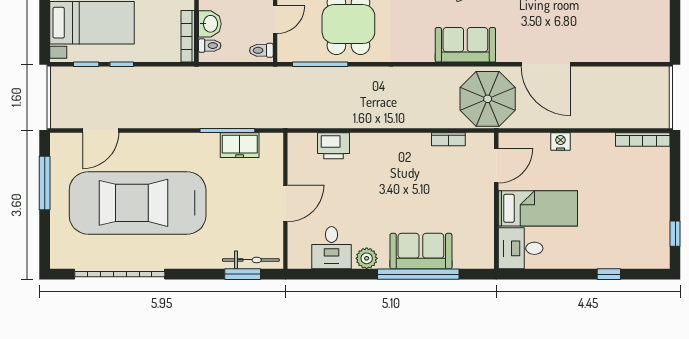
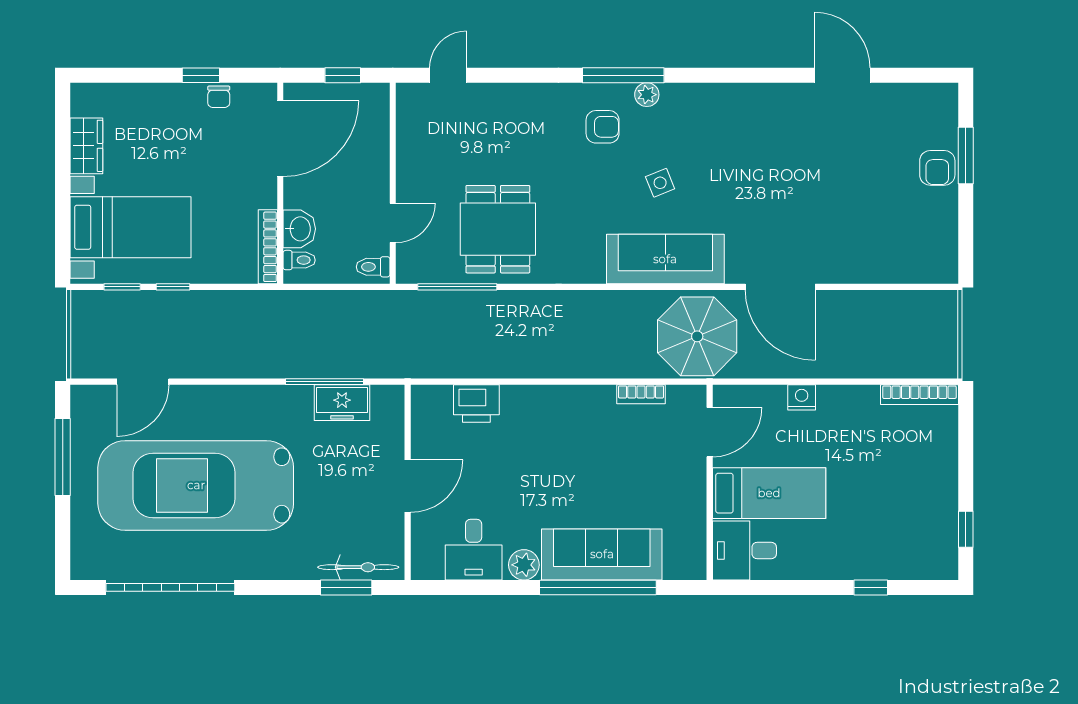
sofa: (465, 45) -> (665, 259), width x1.36
sofa: (421, 251) -> (602, 554), width x1.36

